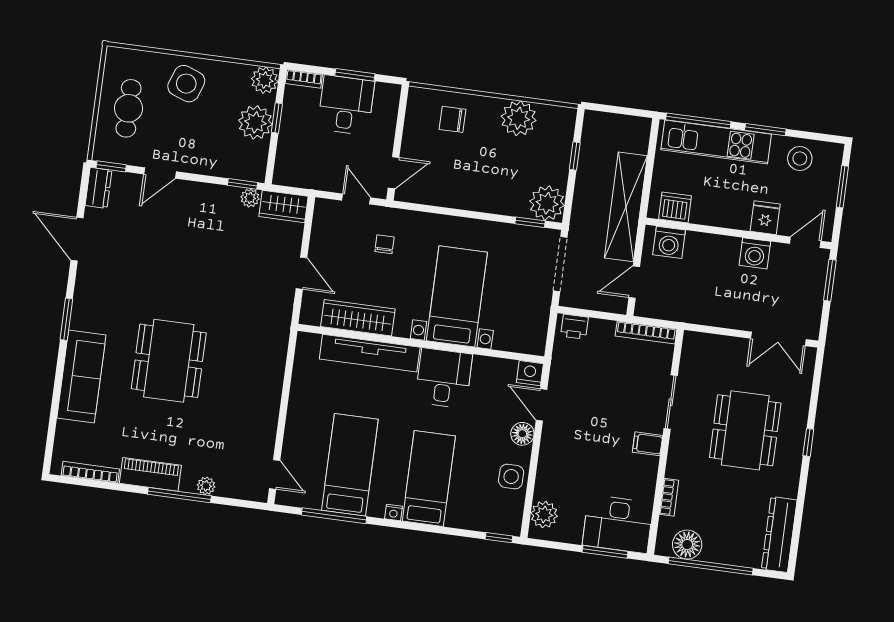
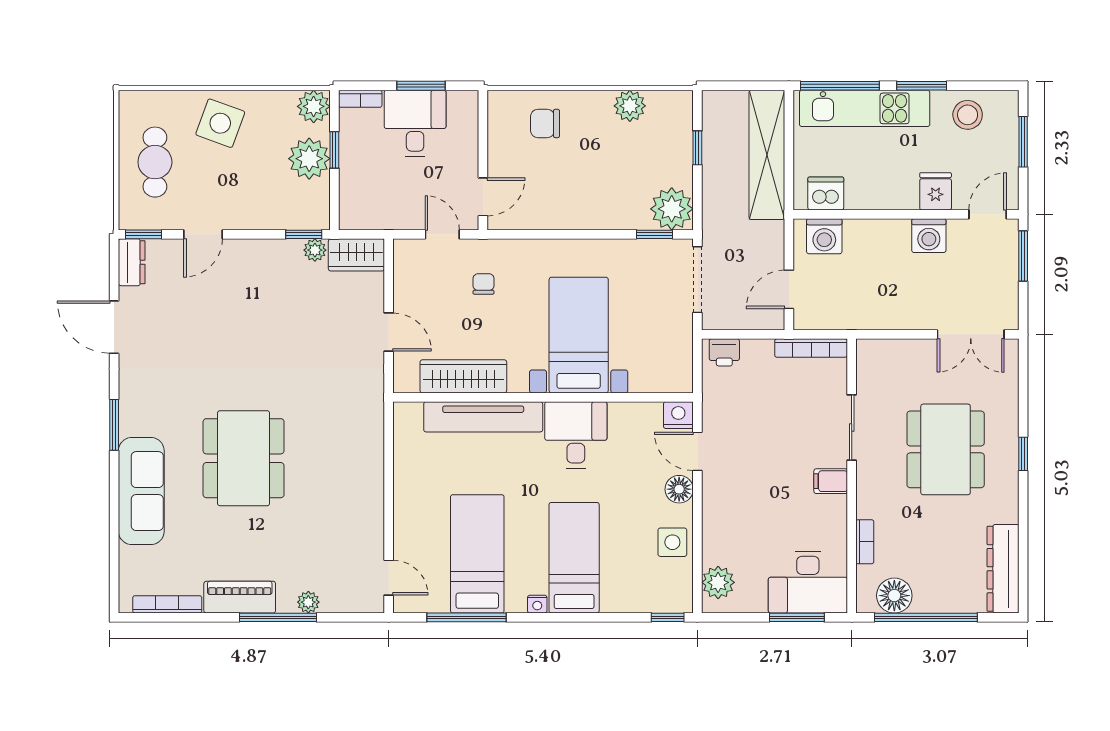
plant: (519, 118) -> (630, 106), width x0.73, depth x0.73
shelving: (626, 207) -> (767, 155), moved

